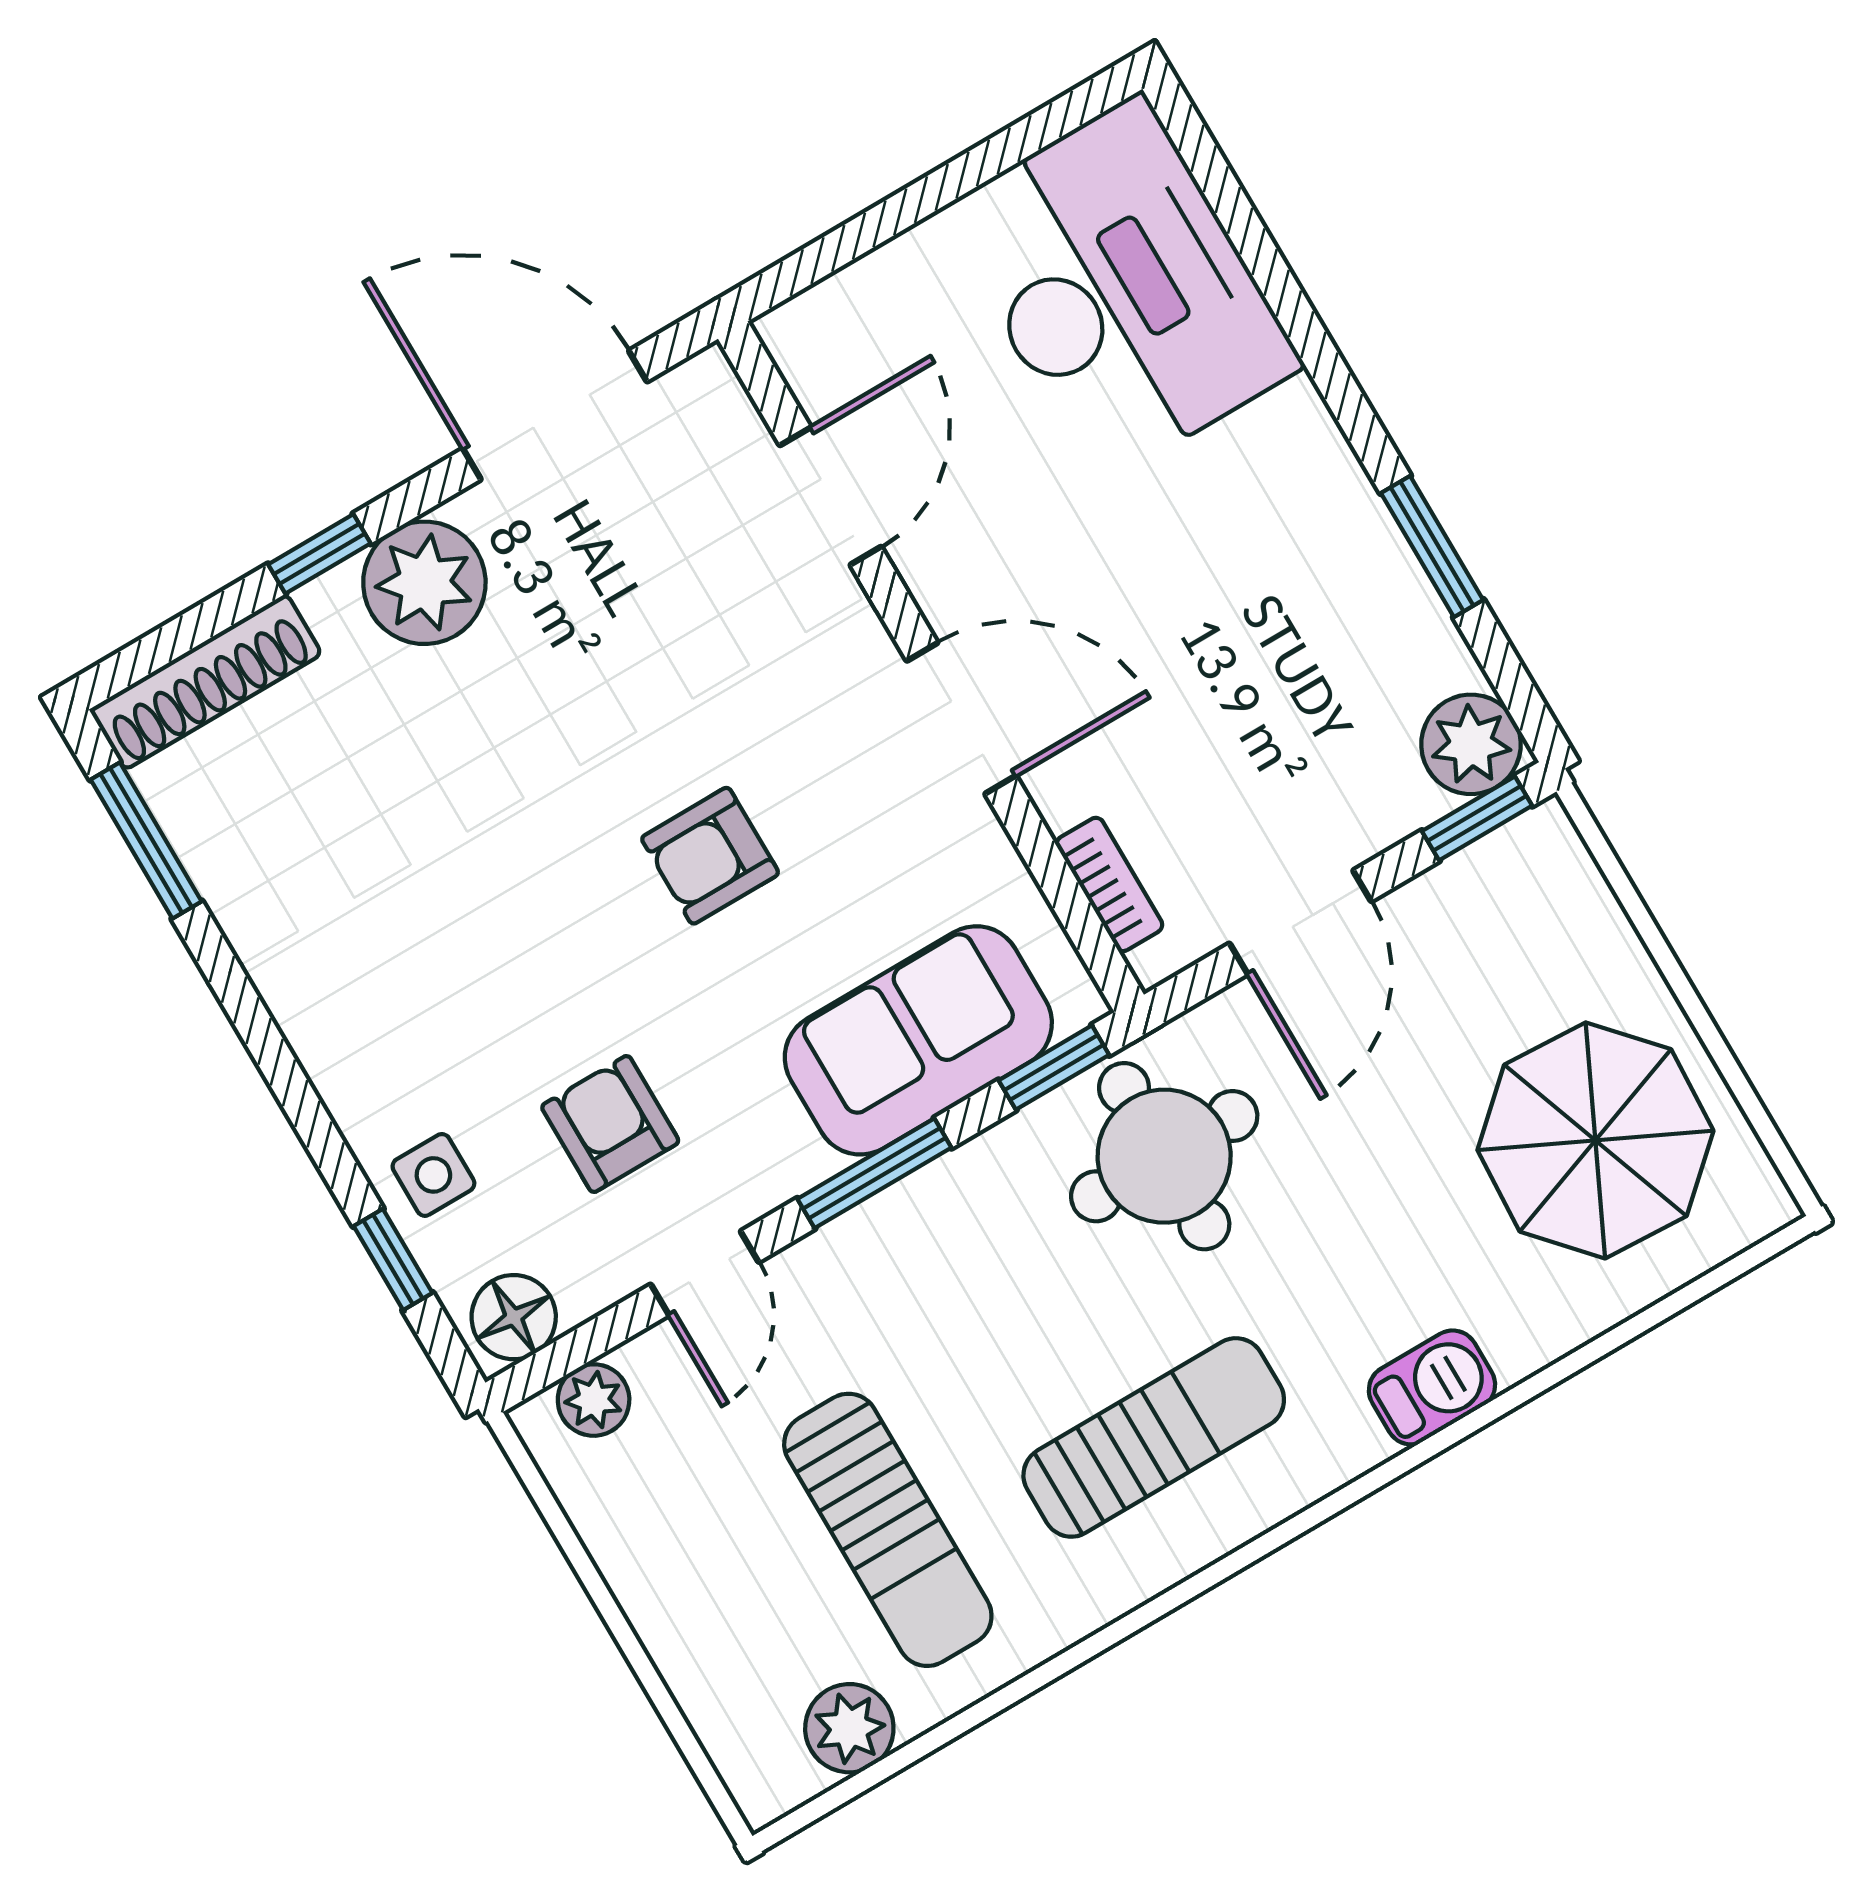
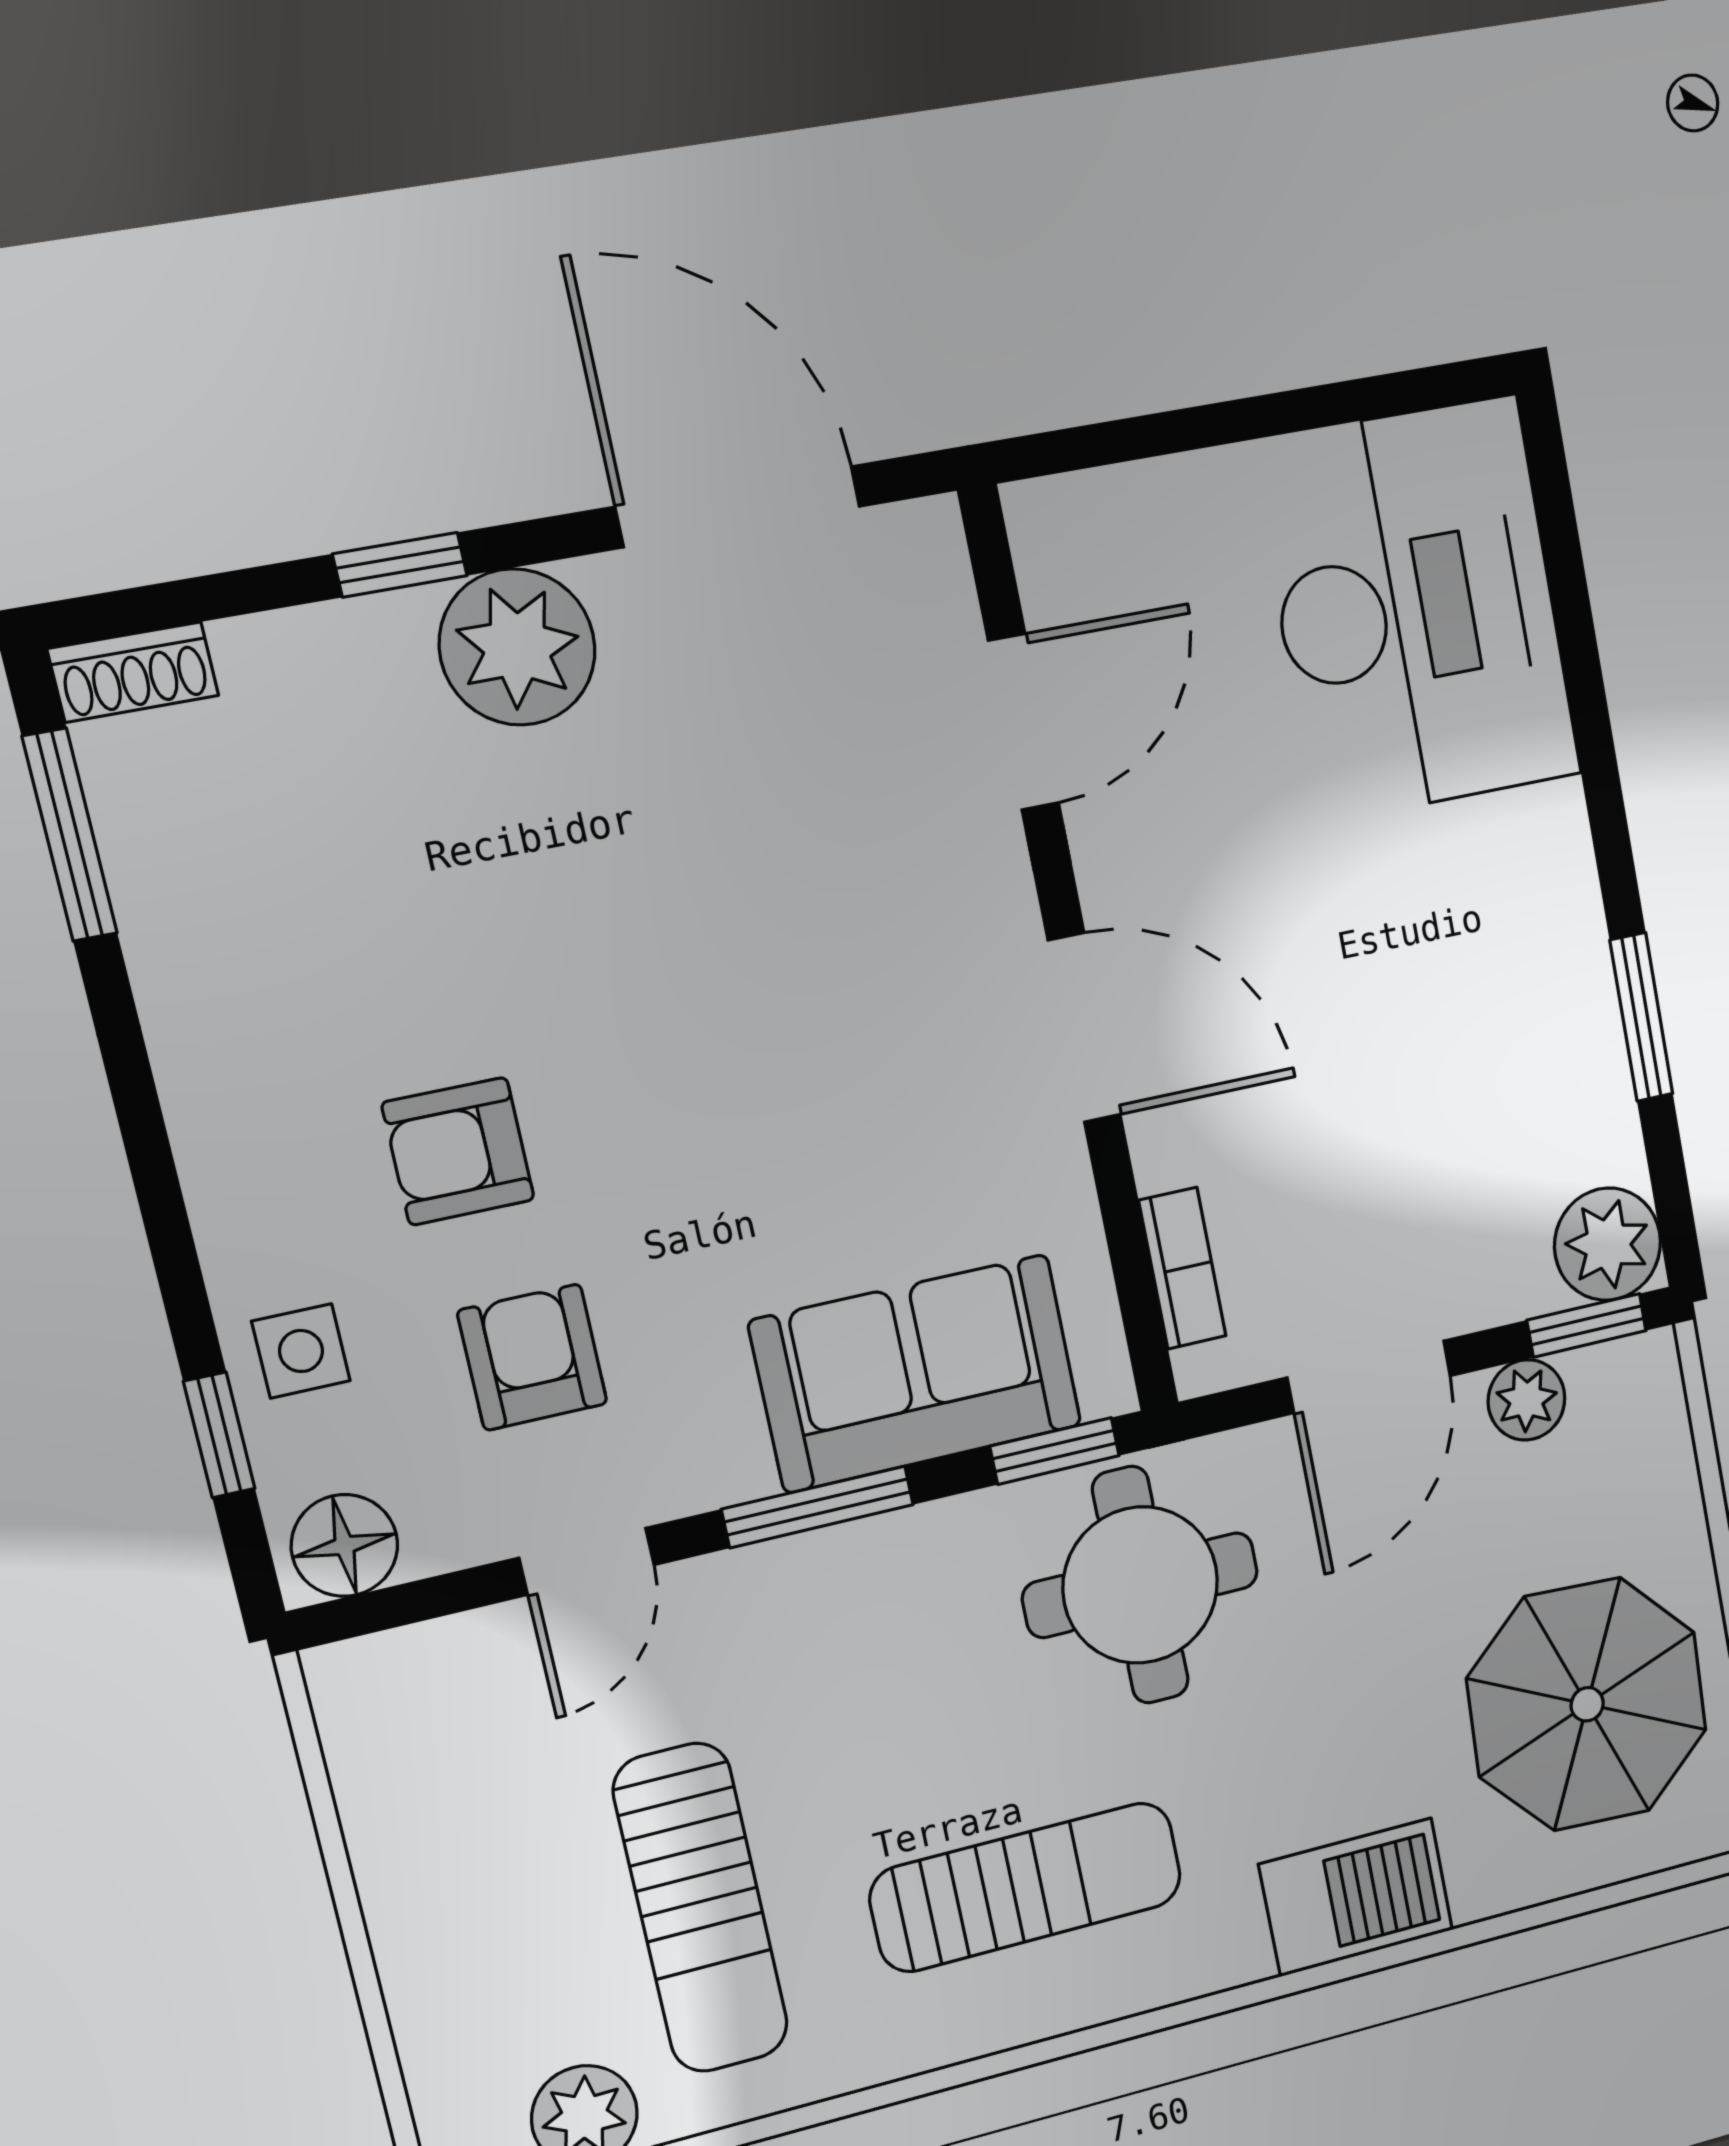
shoe rack: (206, 682) -> (133, 672), width x0.51, depth x0.81
armchair: (710, 856) -> (458, 1151), moved
barbecue: (1432, 1387) -> (1356, 1897), width x1.38, depth x1.27
plant: (594, 1400) -> (1527, 1400), moved

